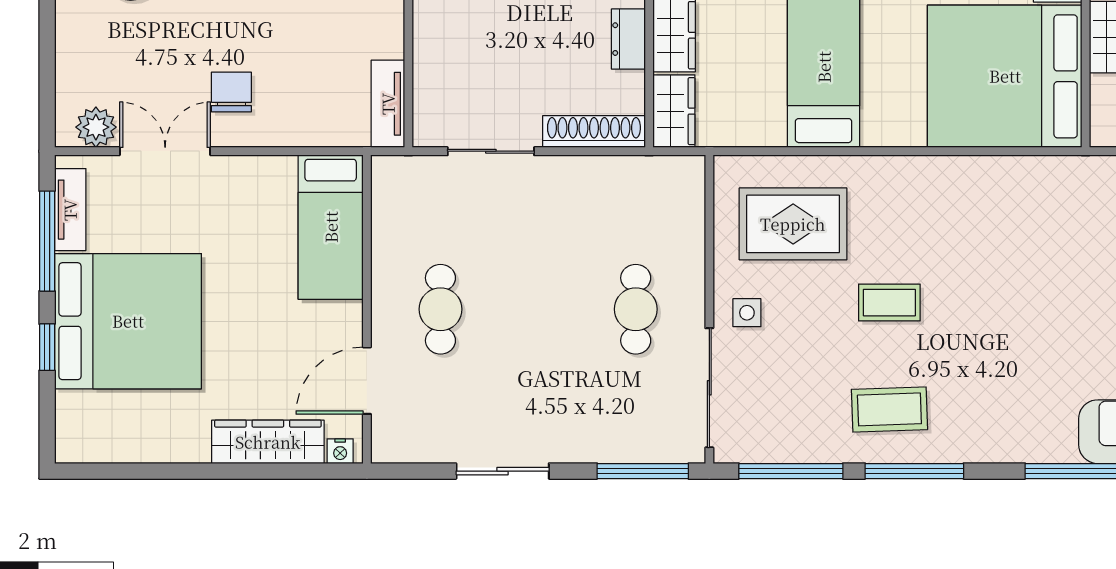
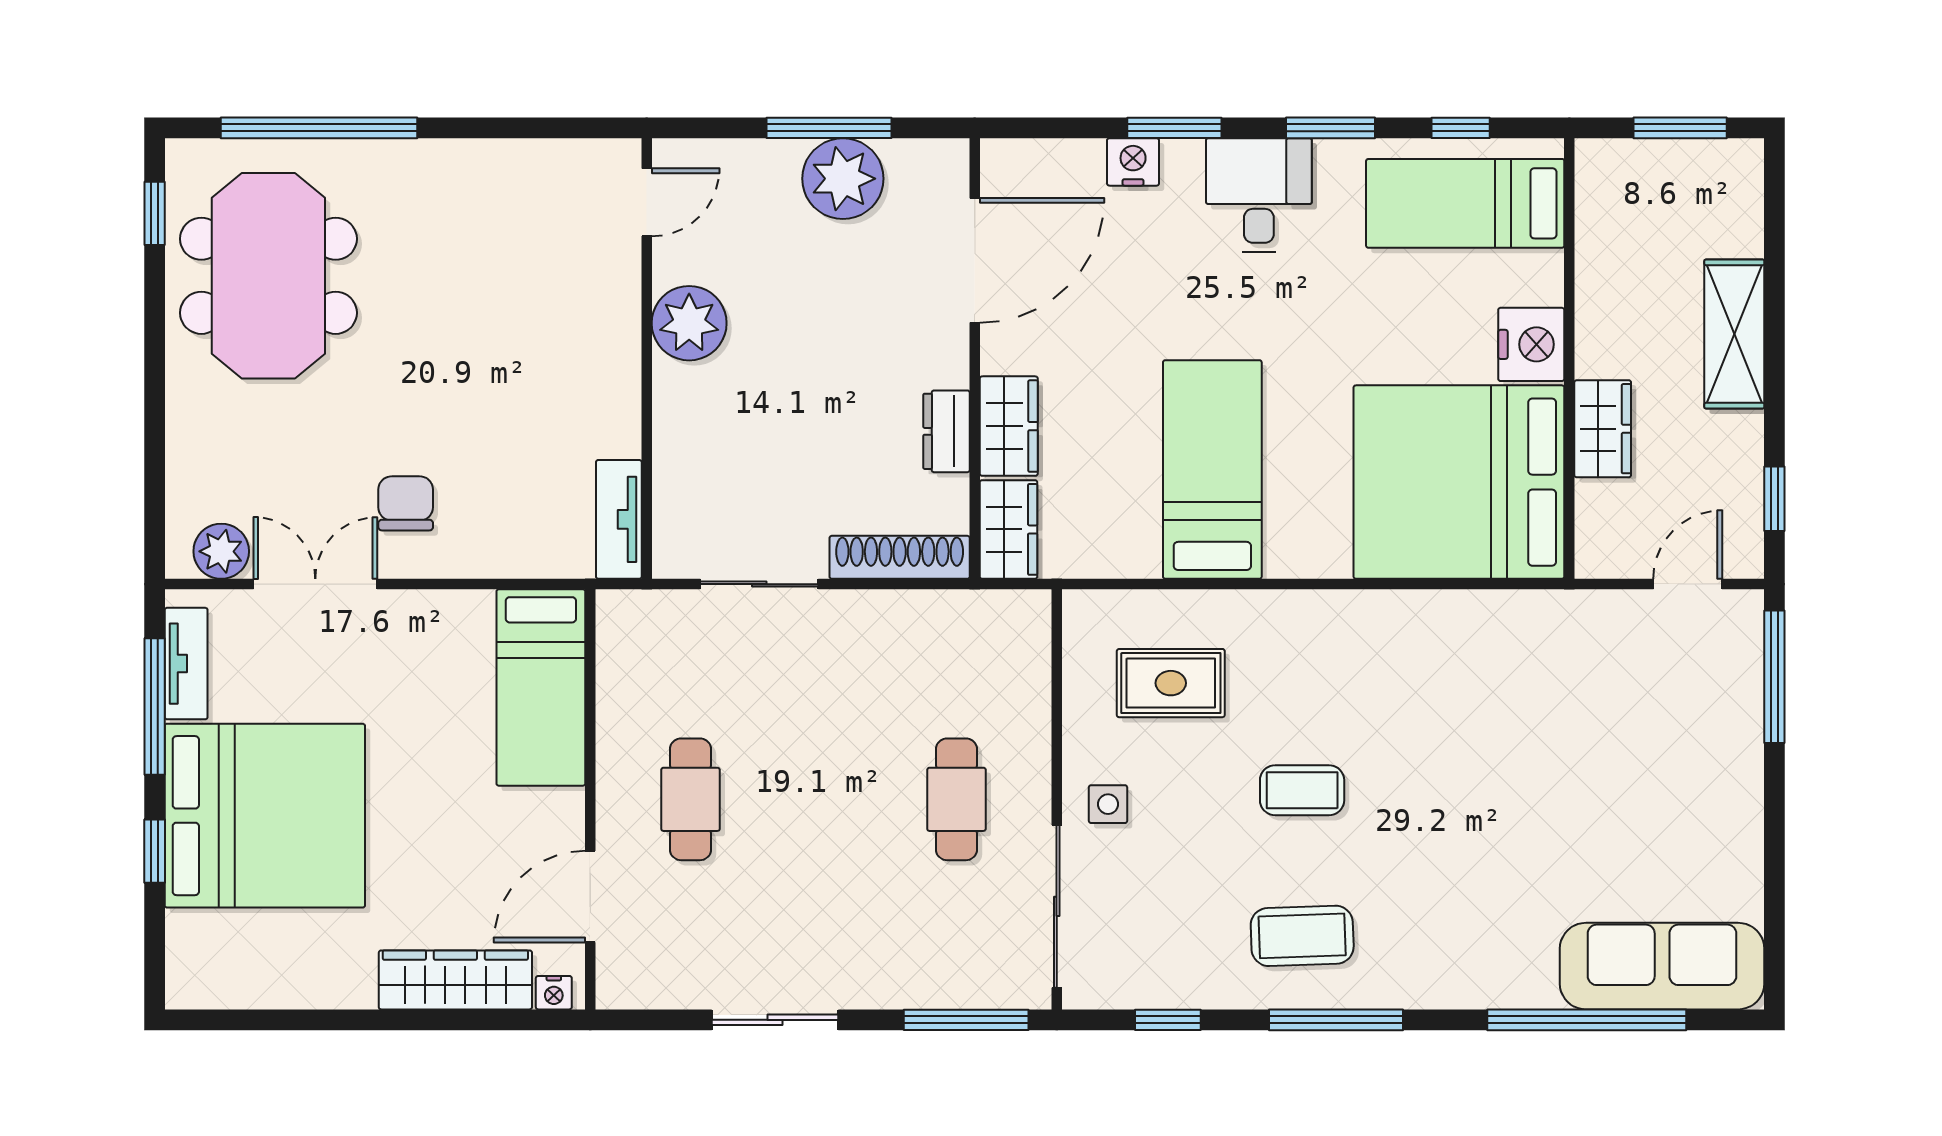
rug: (793, 224) -> (1171, 683), width x0.73, depth x0.70
window: (791, 471) -> (1168, 1020), width x0.46

